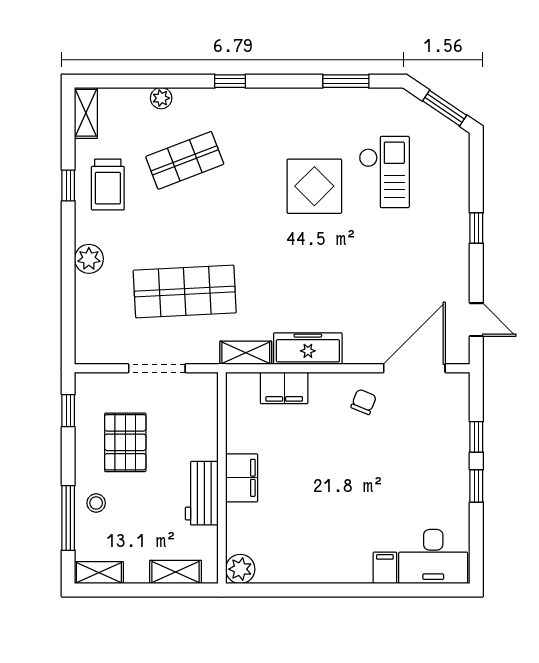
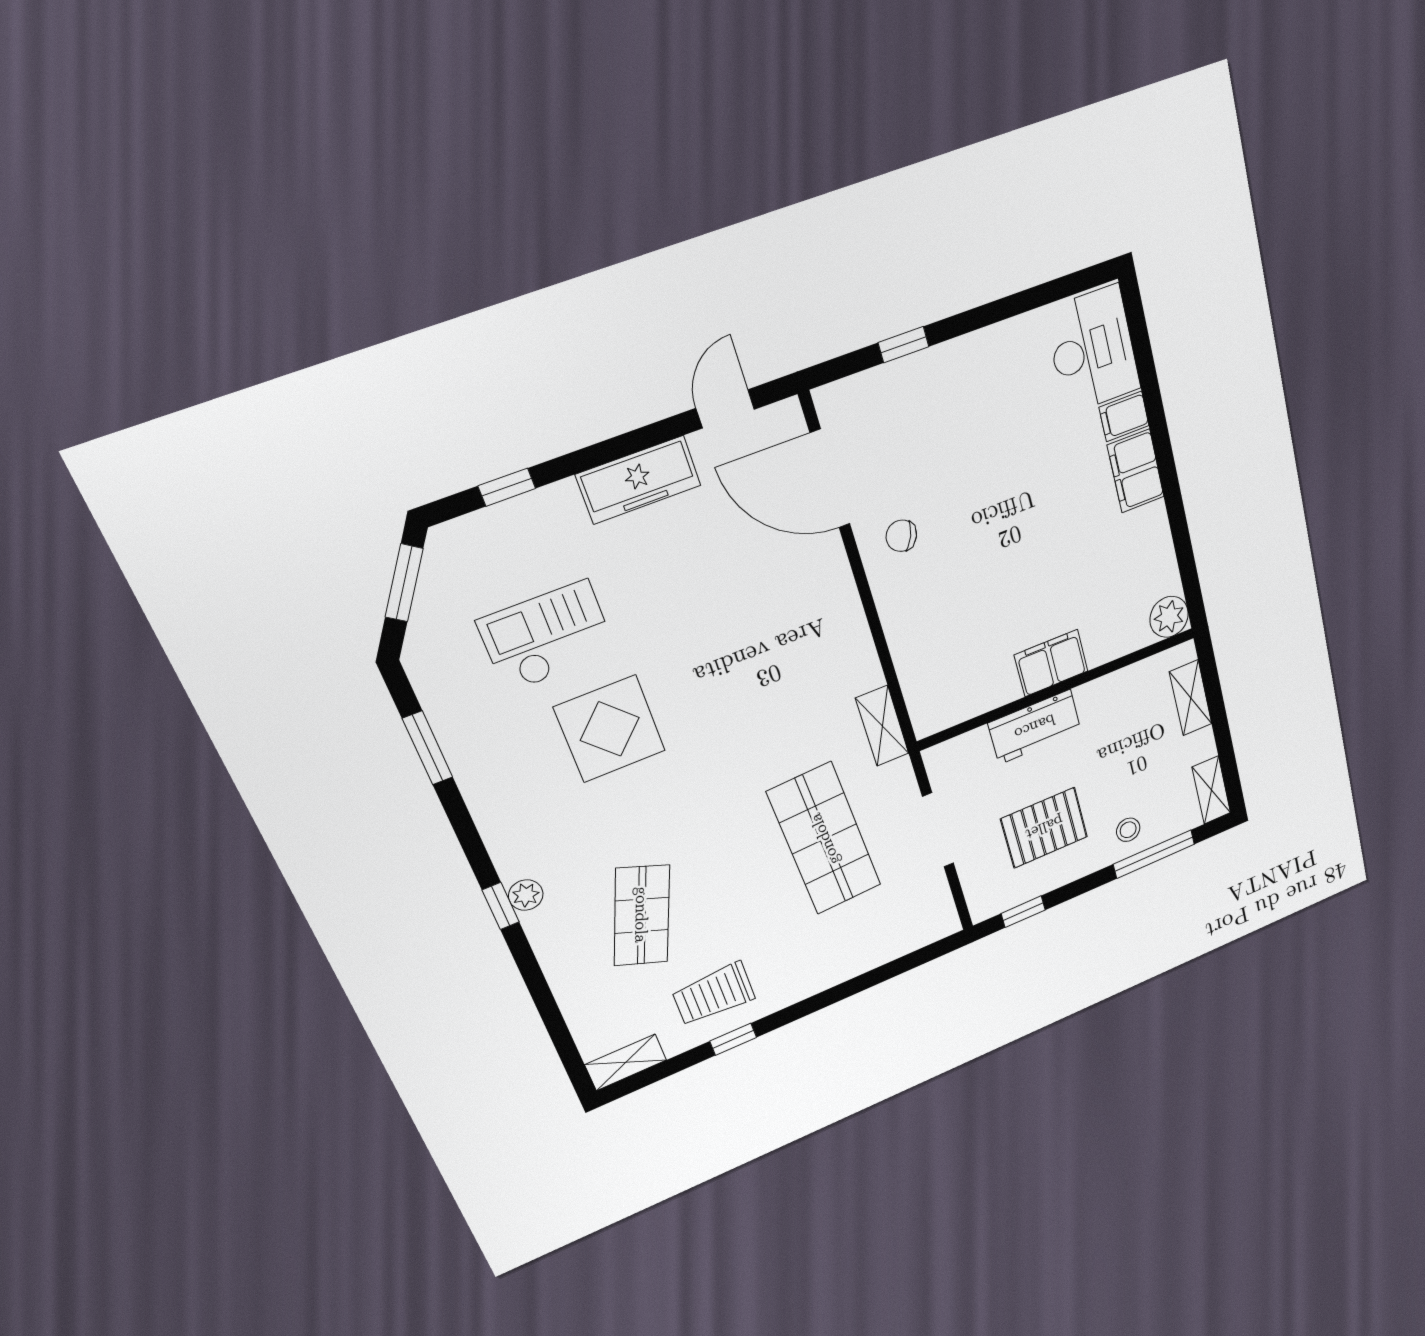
plant: (161, 98) -> (526, 895), moved
shop shelf: (185, 160) -> (642, 915), turned 42
trolley: (108, 185) -> (714, 994), turned 180
window: (476, 228) -> (507, 487), moved
plant: (89, 259) -> (821, 973), removed
freezer: (308, 349) -> (638, 480), moved, turned -90
filing cabinet: (284, 388) -> (1136, 471), moved, turned 180
window: (476, 486) -> (976, 319), removed
workbench: (202, 493) -> (1035, 727), moved

